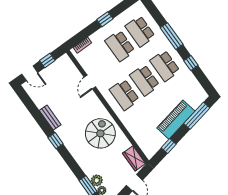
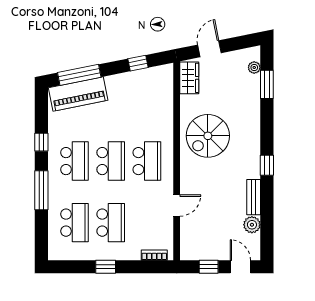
piano: (176, 120) -> (78, 94), moved
plant: (97, 180) -> (252, 225), moved

